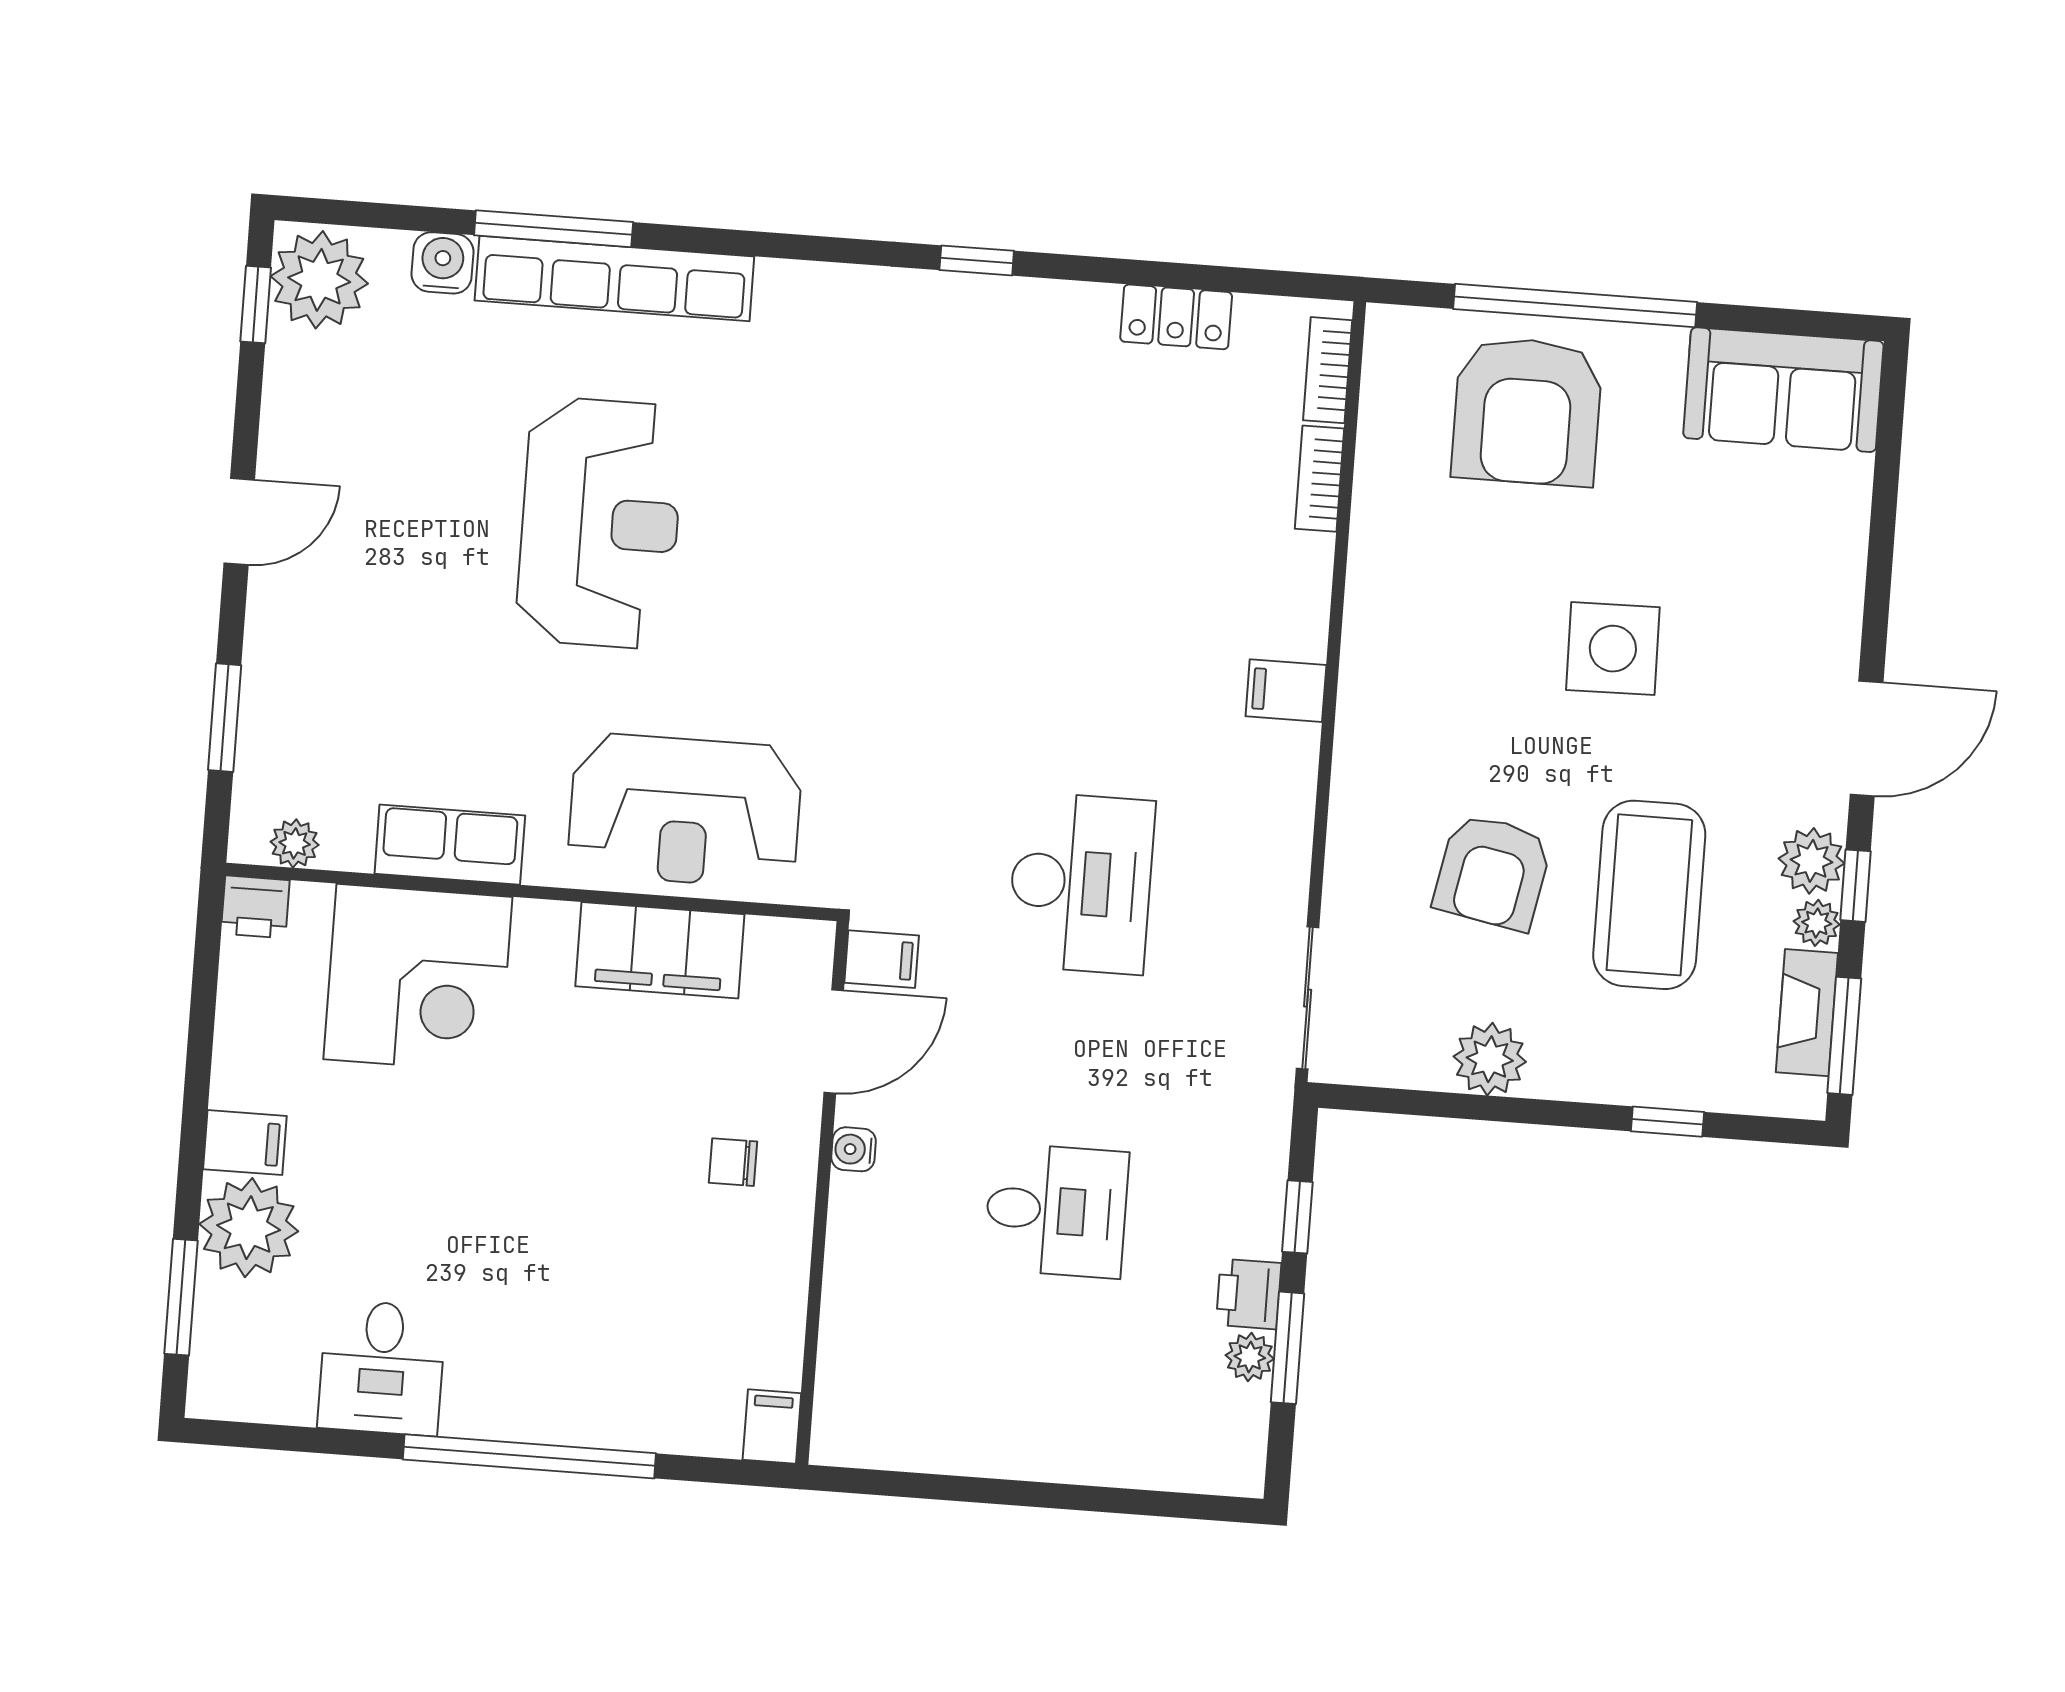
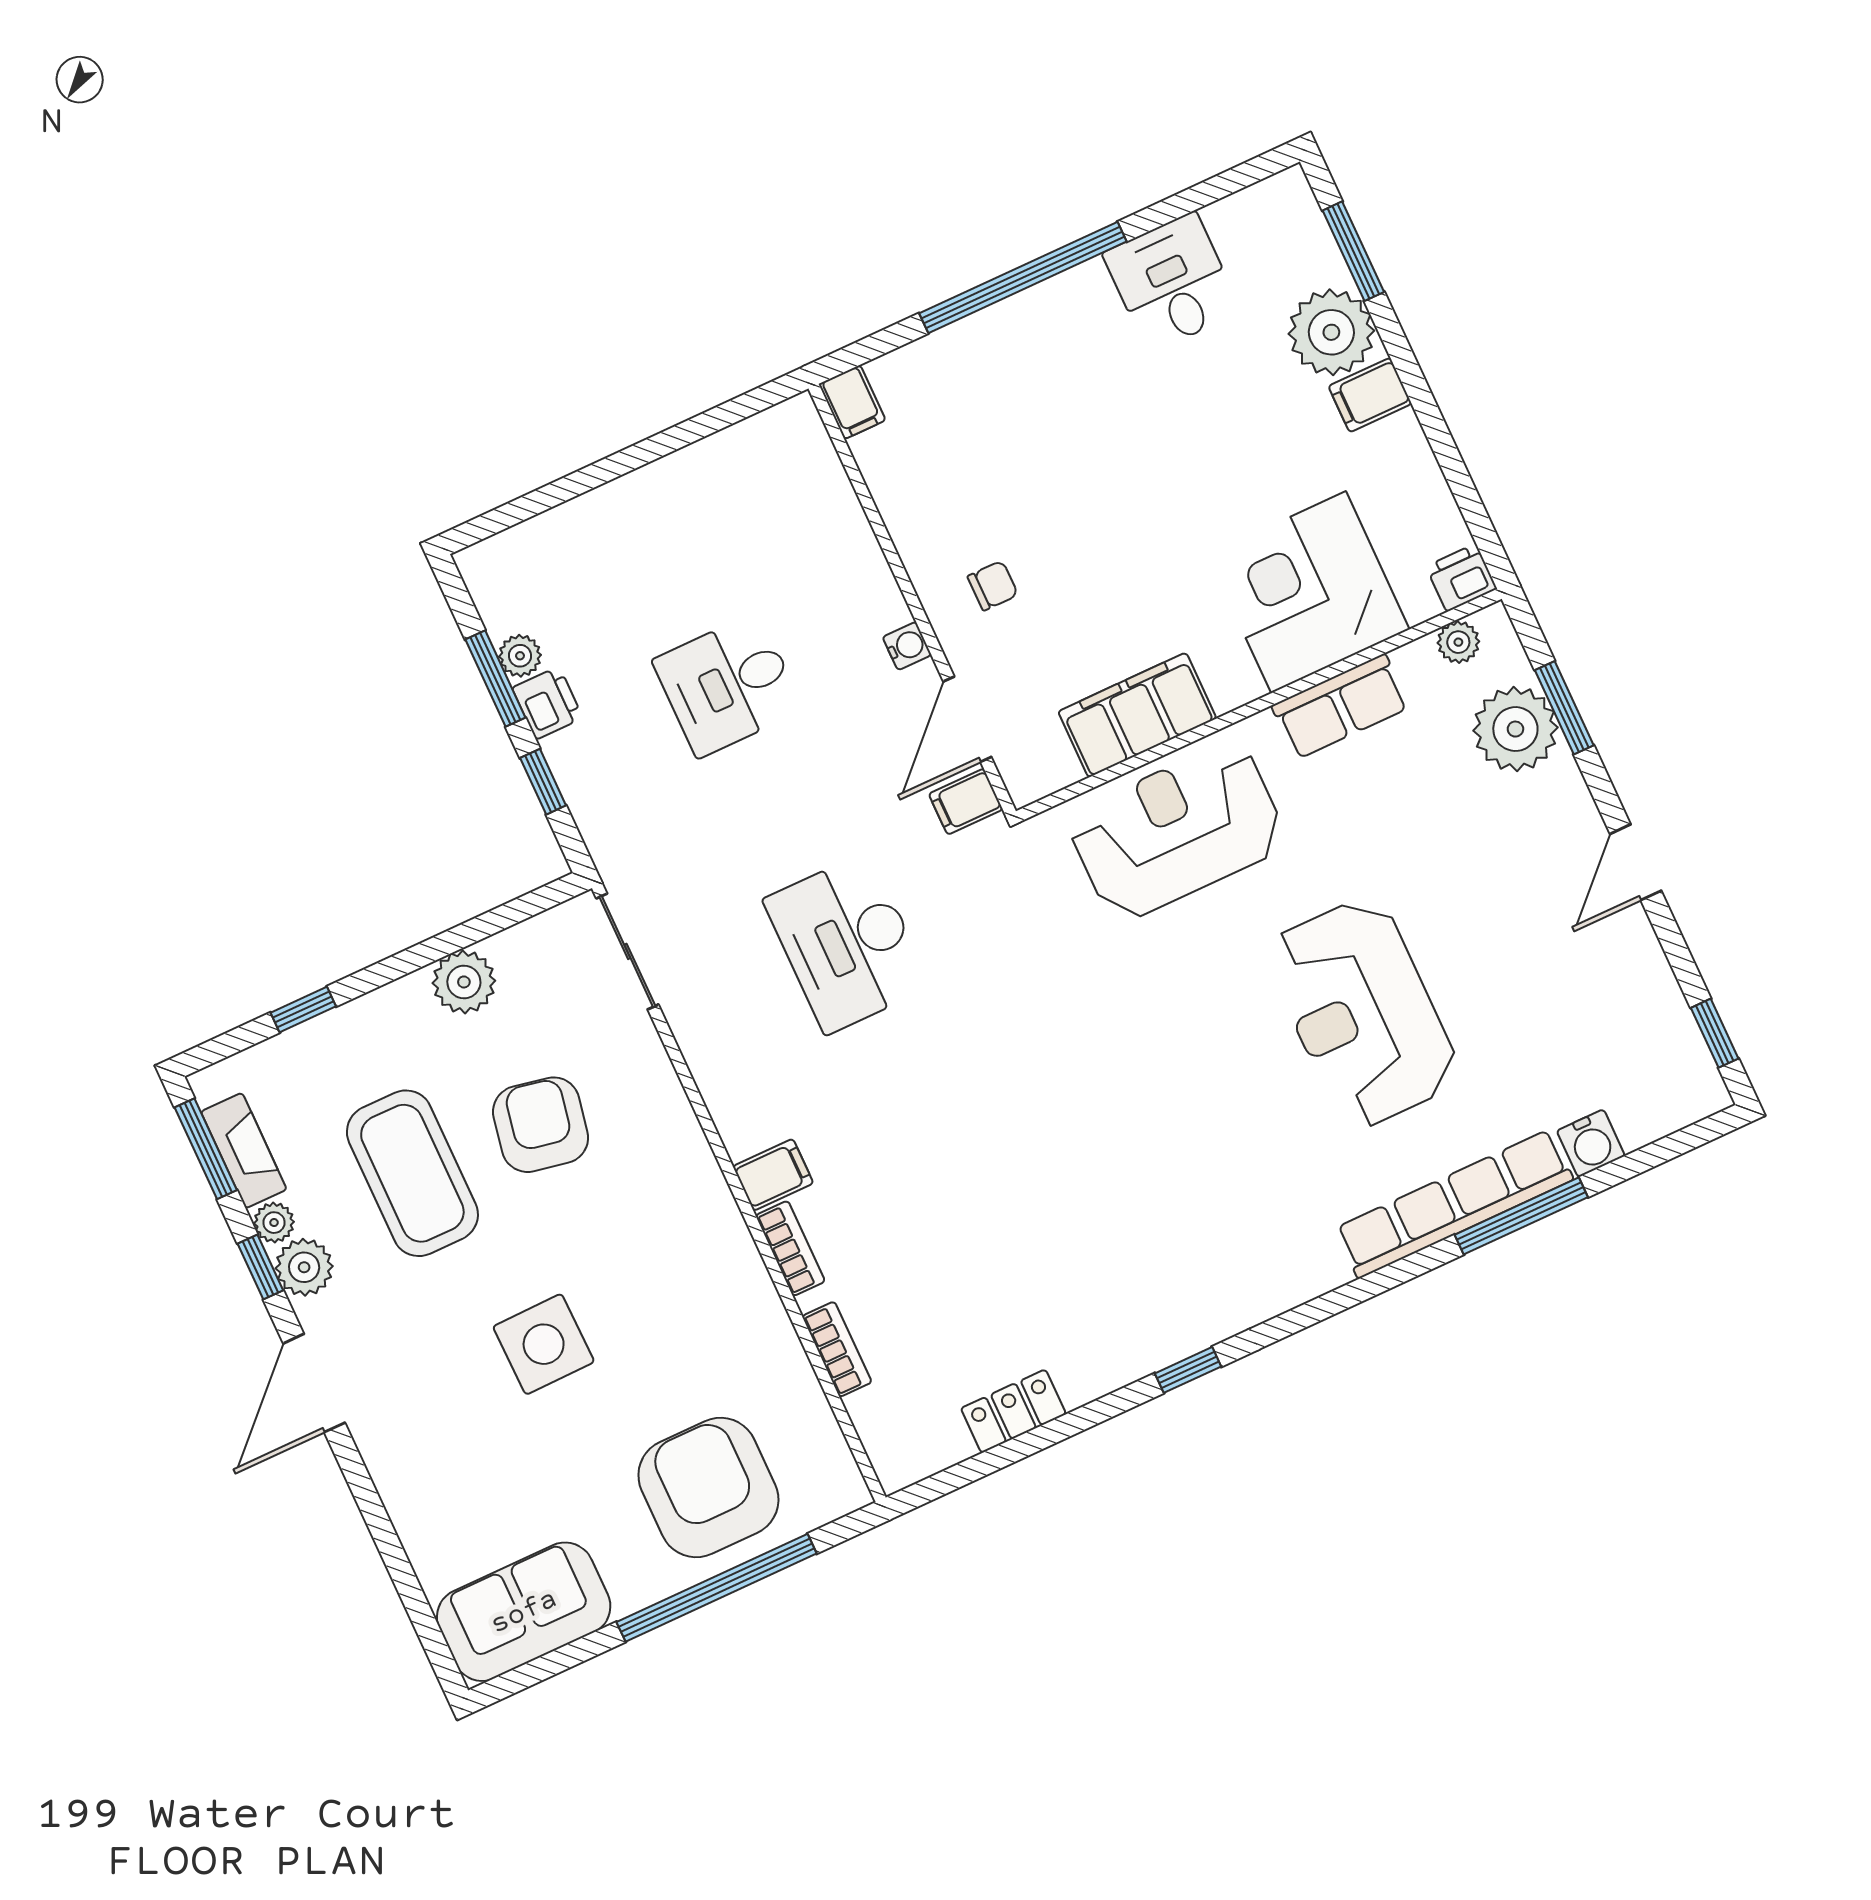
plant: (319, 280) -> (1515, 729), moved
bookcase: (1328, 370) -> (790, 1248), moved

